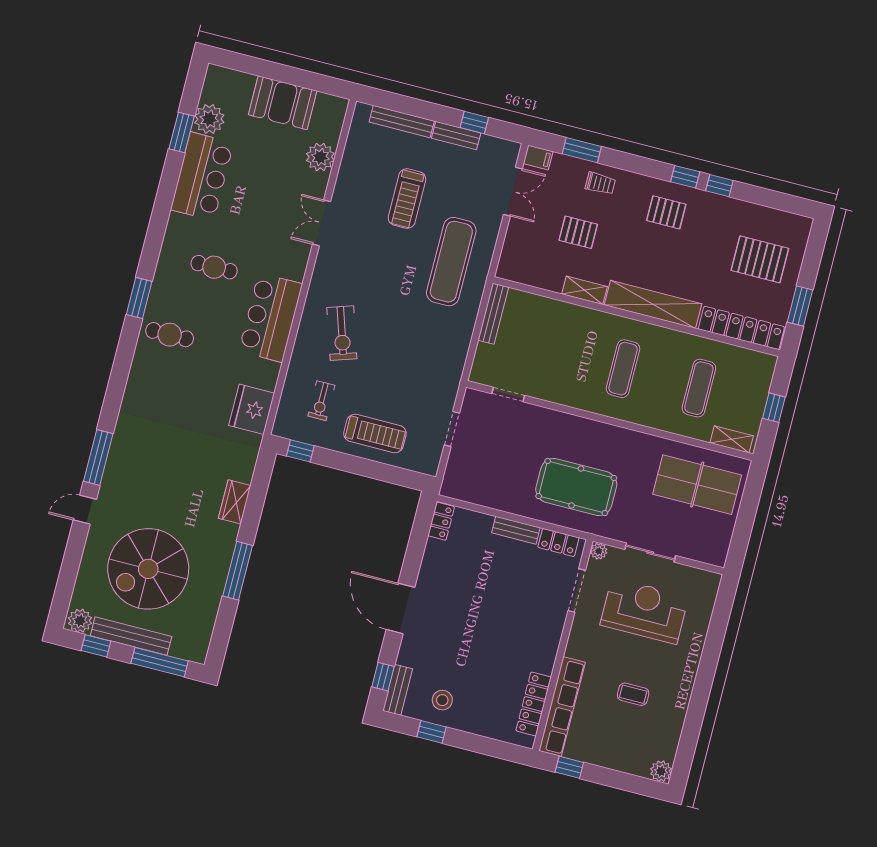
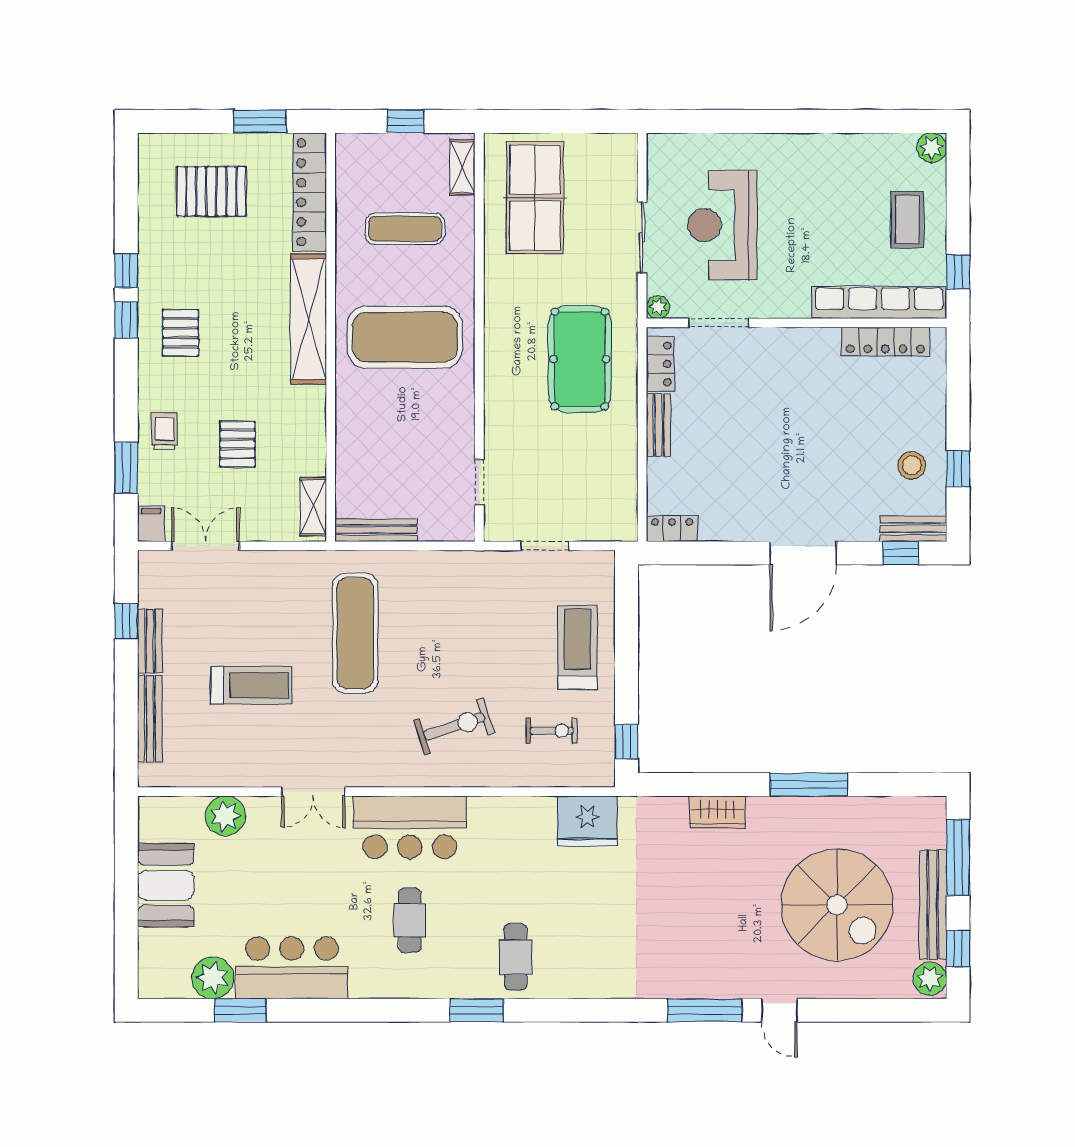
pallet: (760, 259) -> (211, 191), turned 90
exercise mat: (451, 262) -> (355, 633), moved, turned 90
shelving: (584, 290) -> (313, 507), moved
bar counter: (271, 318) -> (410, 827), moved
exercise mat: (623, 369) -> (405, 337), width x2.00, depth x1.45
coffee table: (633, 694) -> (907, 219), moved, width x1.36, depth x1.30

